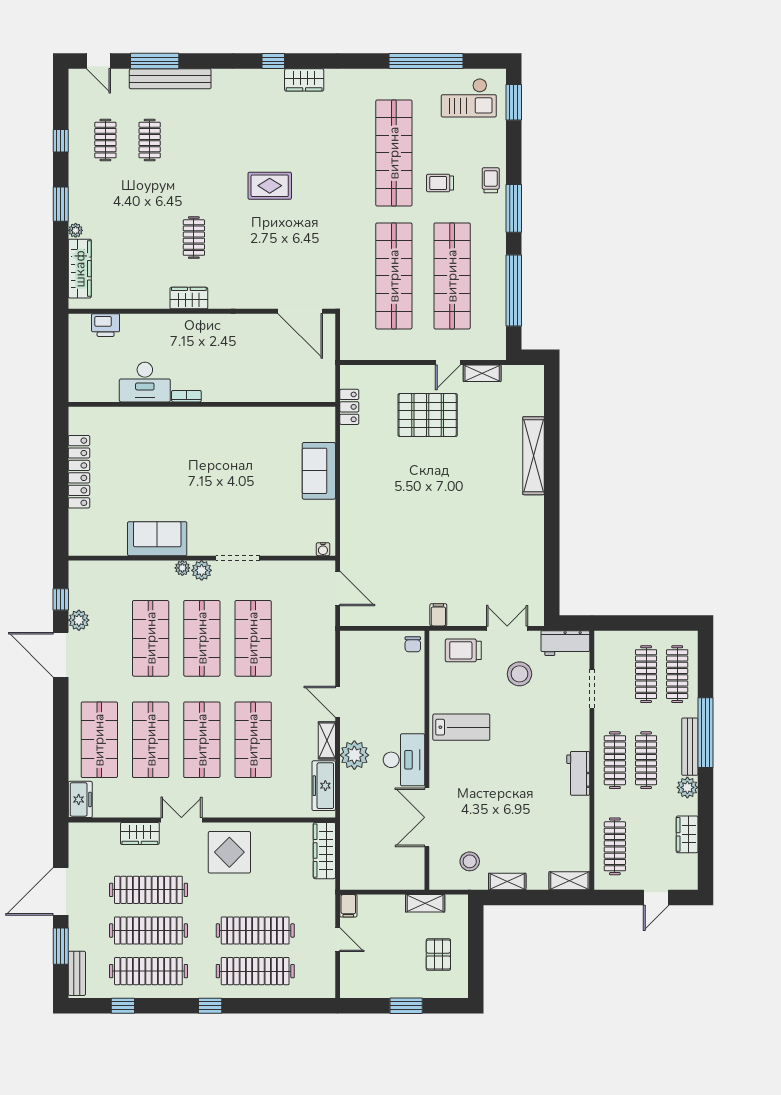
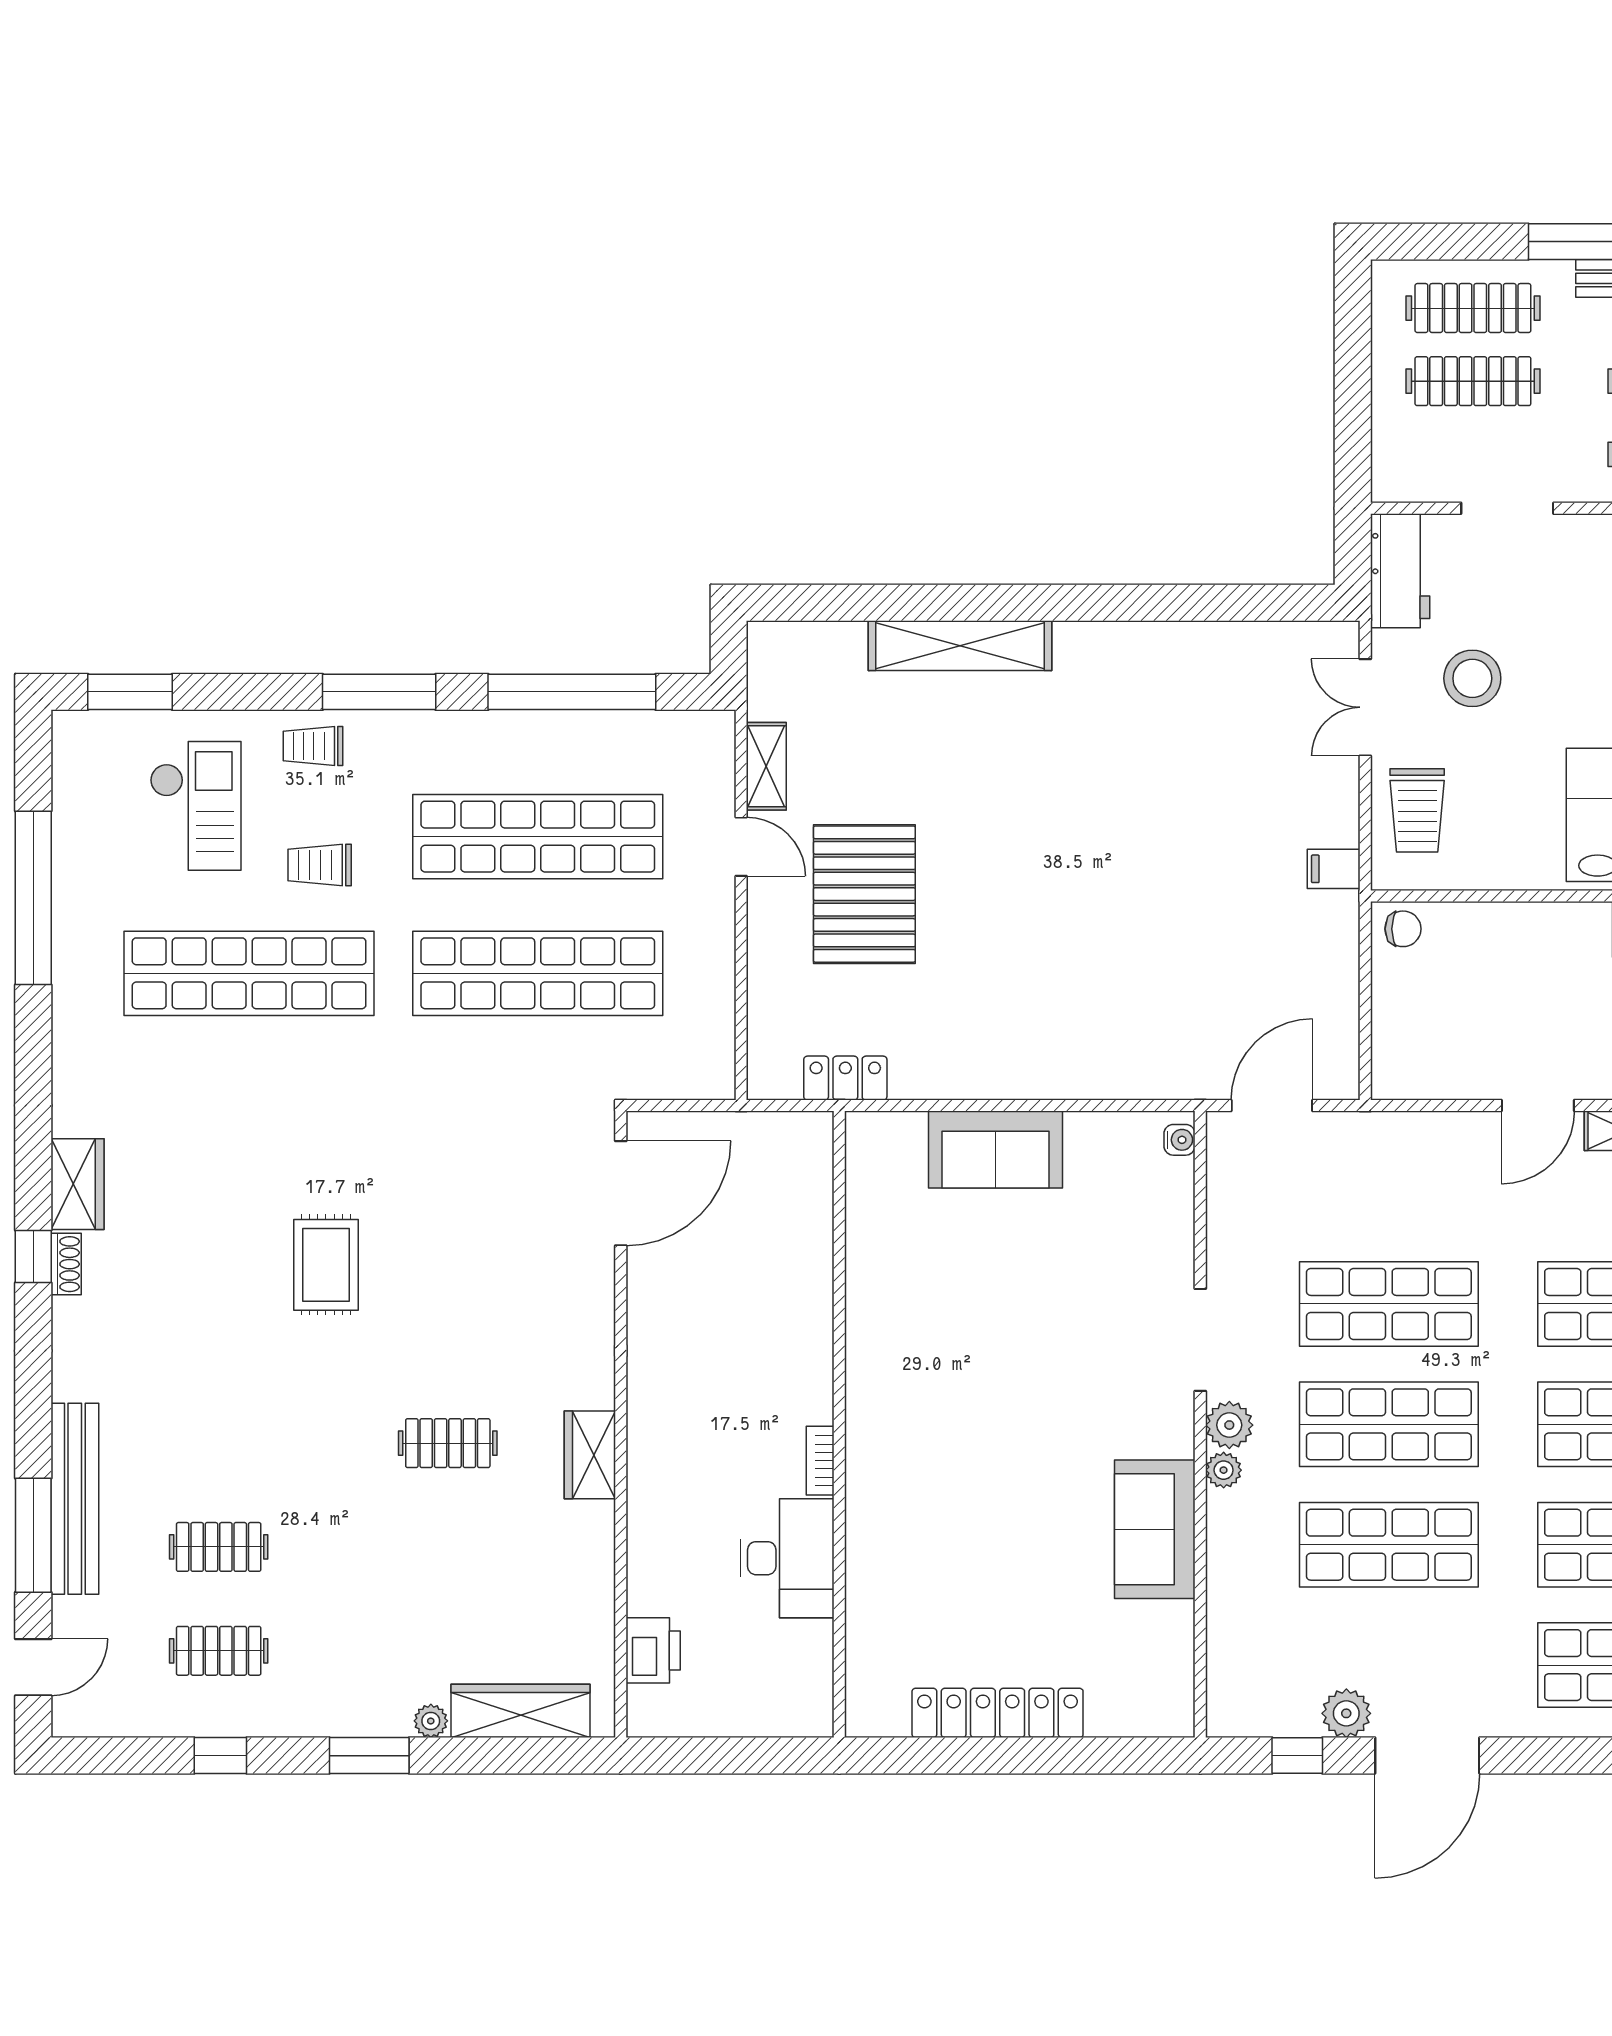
shoe rack: (270, 75) -> (66, 1264), added
checkout: (469, 98) -> (196, 806), moved
trolley: (440, 183) -> (320, 865), turned 90

